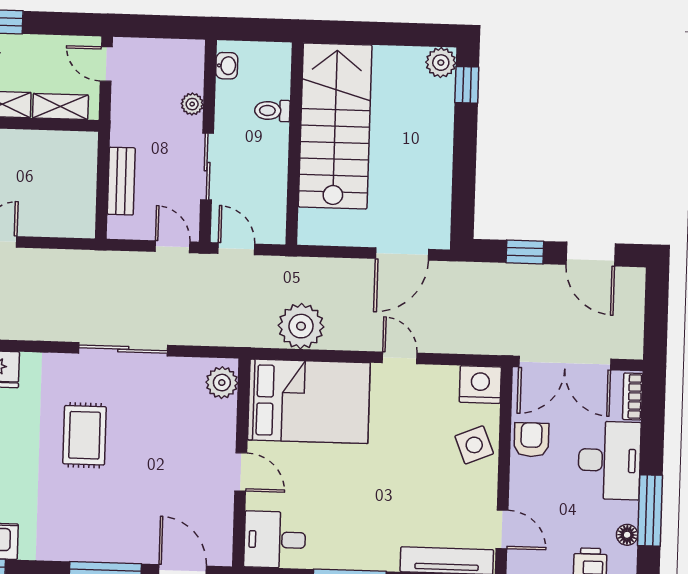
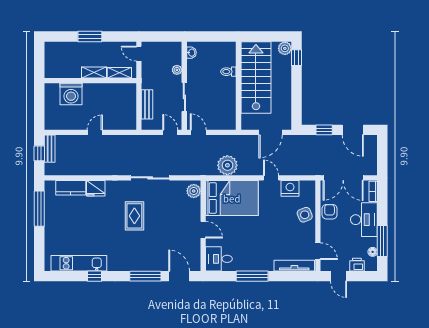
toilet: (272, 111) -> (228, 72), moved
stairs: (335, 126) -> (256, 77), moved
wall: (294, 144) -> (238, 86), moved
nightstand: (480, 385) -> (290, 188), moved

